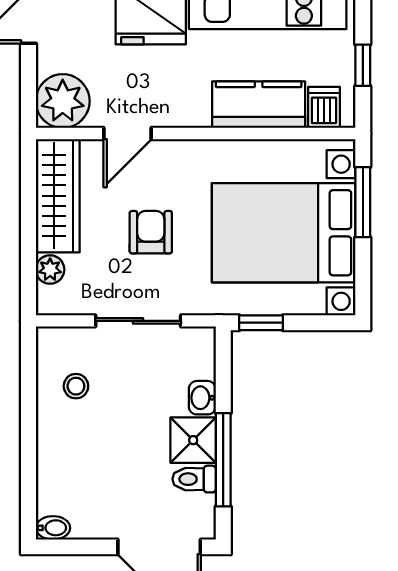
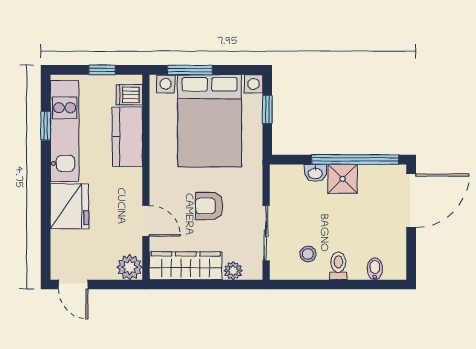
plant: (63, 101) -> (130, 267), width x0.73, depth x0.73
sliding door: (138, 321) -> (266, 233), moved
window: (261, 323) -> (267, 109), moved
window: (223, 460) -> (355, 160), width x1.46
toilet: (194, 479) -> (338, 266), moved, turned 180
bidet: (53, 528) -> (375, 269), moved

